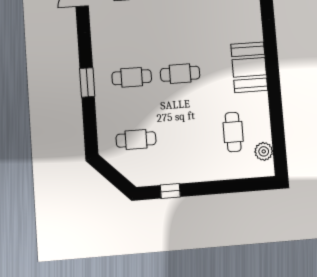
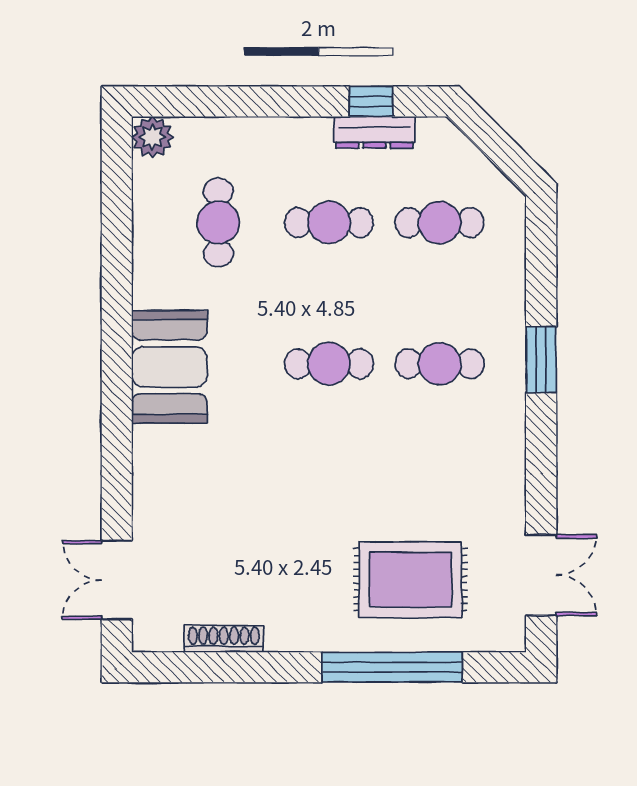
cafe table: (185, 136) -> (329, 222), added
plant: (264, 151) -> (152, 137), moved
dresser: (168, 177) -> (374, 132), added

